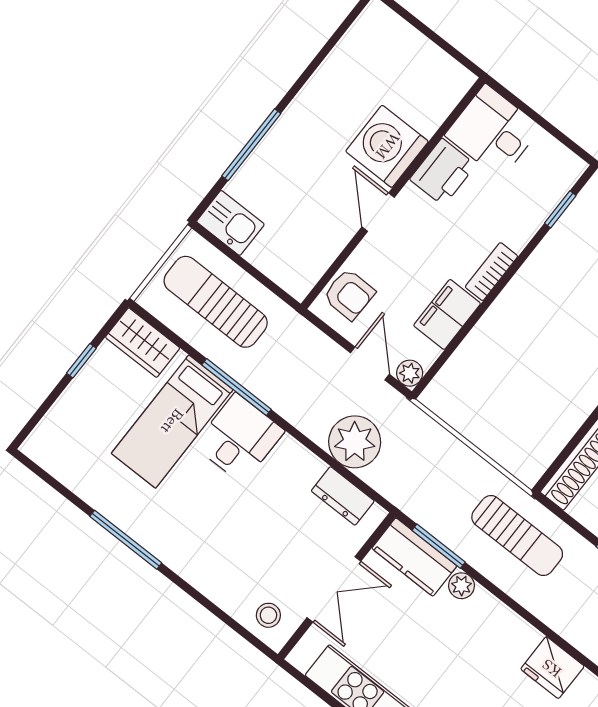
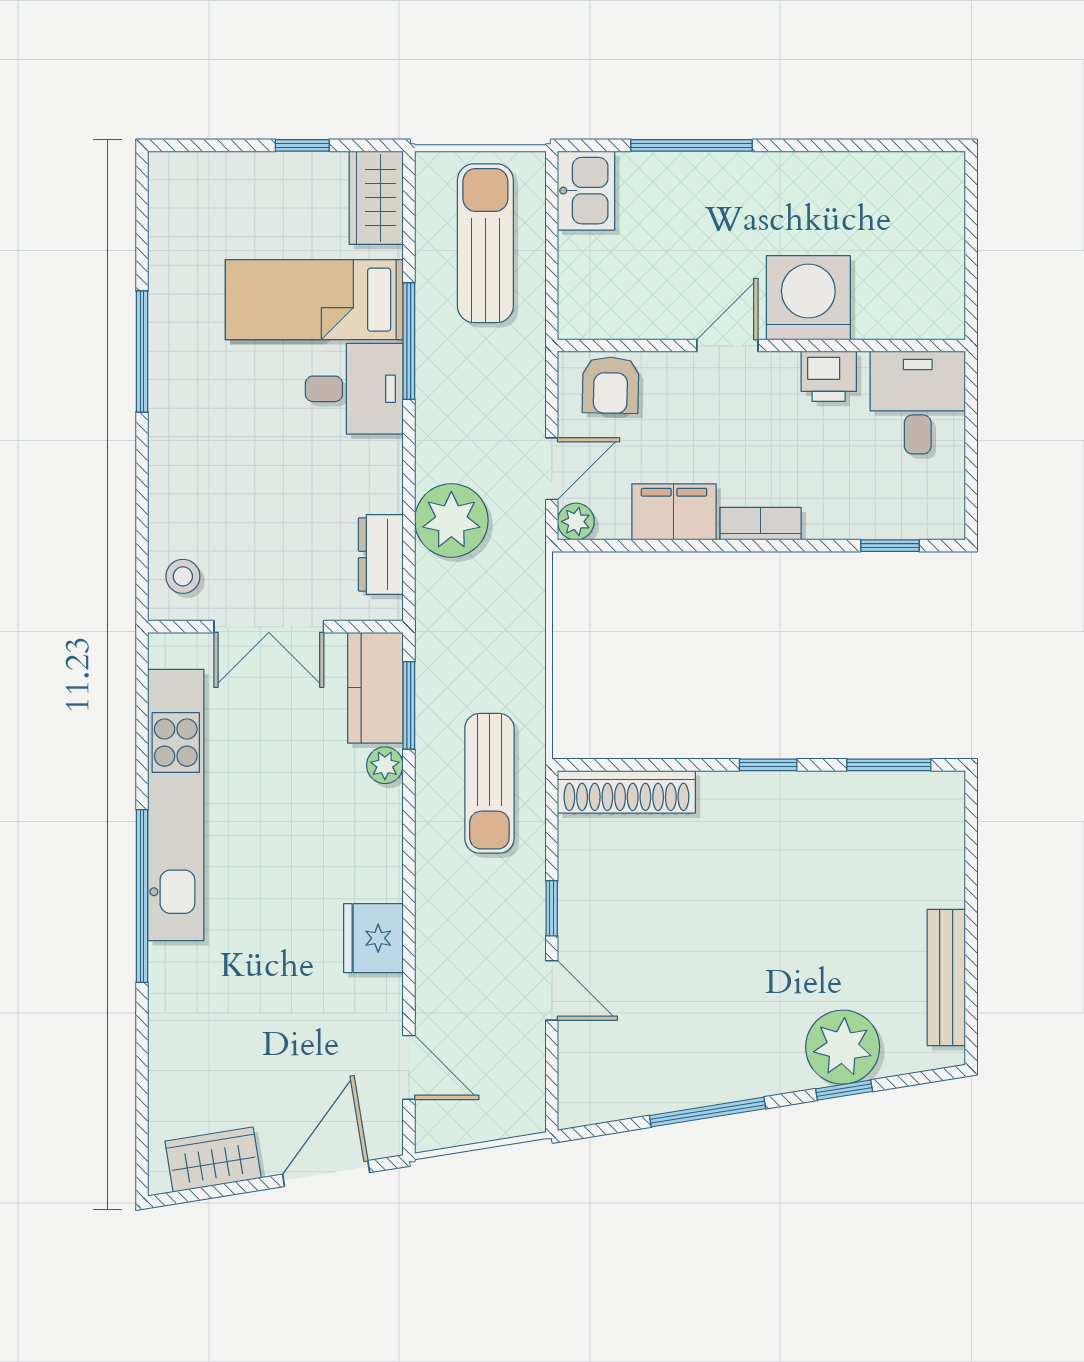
printer: (443, 172) -> (829, 376), width x0.73, depth x0.81

